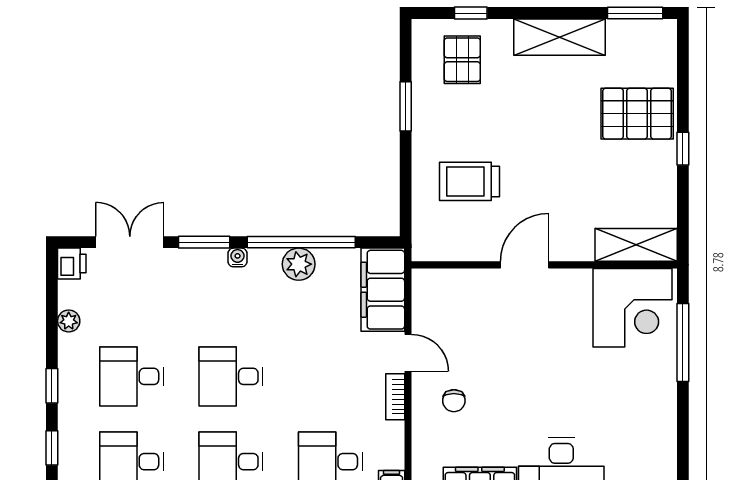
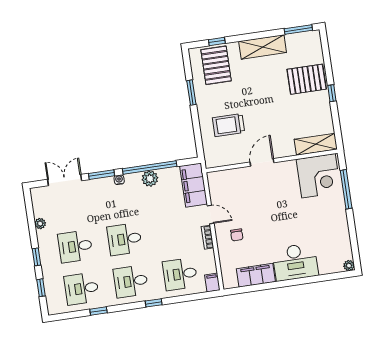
pallet: (462, 60) -> (216, 65), width x1.50, depth x1.42
printer: (72, 263) -> (37, 195), removed

